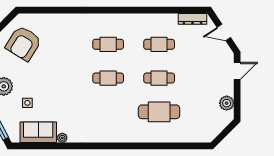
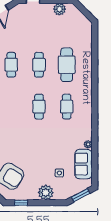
cafe table: (108, 44) -> (67, 107), moved

